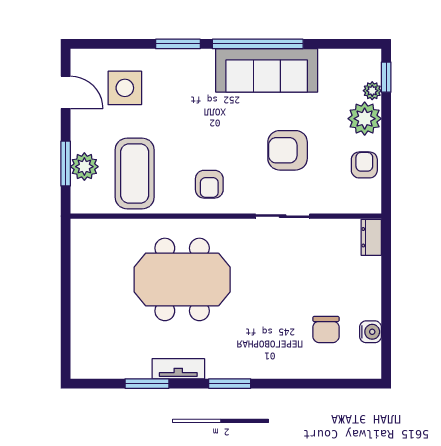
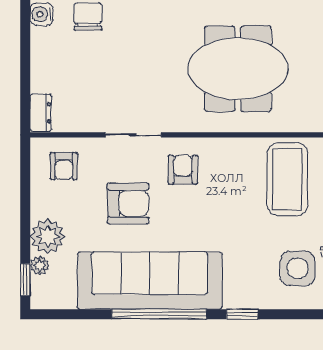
window: (178, 44) -> (242, 314), width x0.67
sofa: (267, 70) -> (150, 281), width x1.36, depth x1.27
armchair: (364, 165) -> (64, 166), moved
armchair: (209, 184) -> (183, 170), moved

